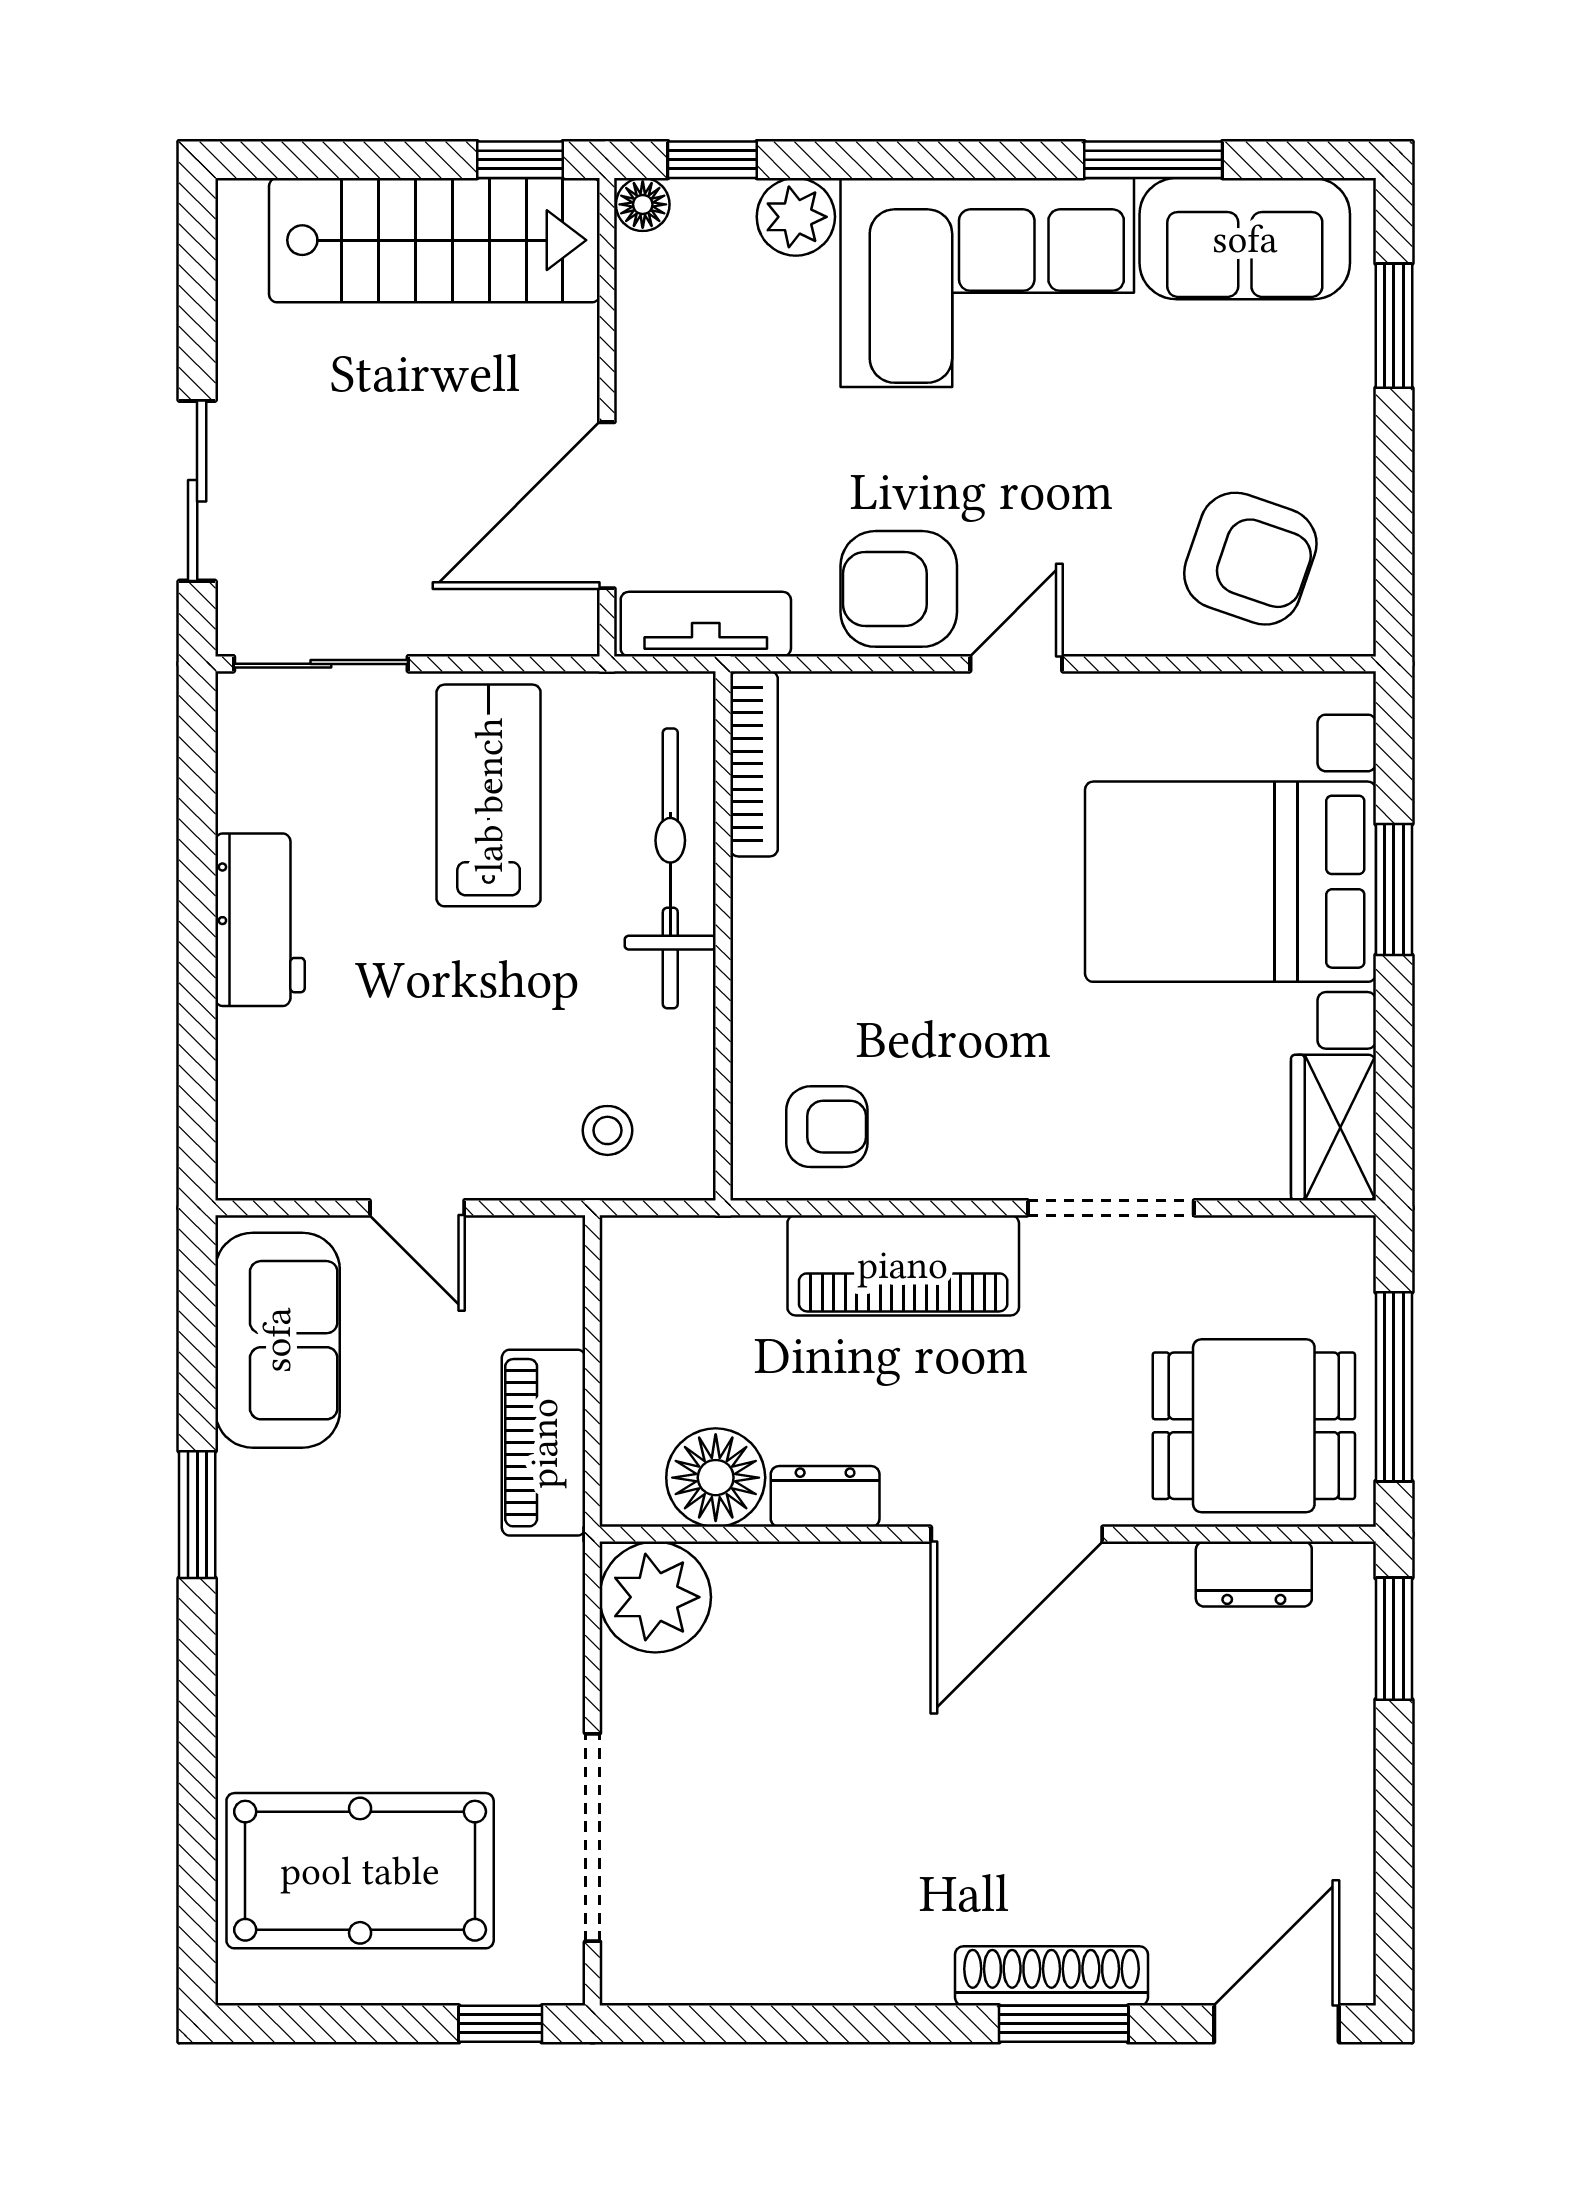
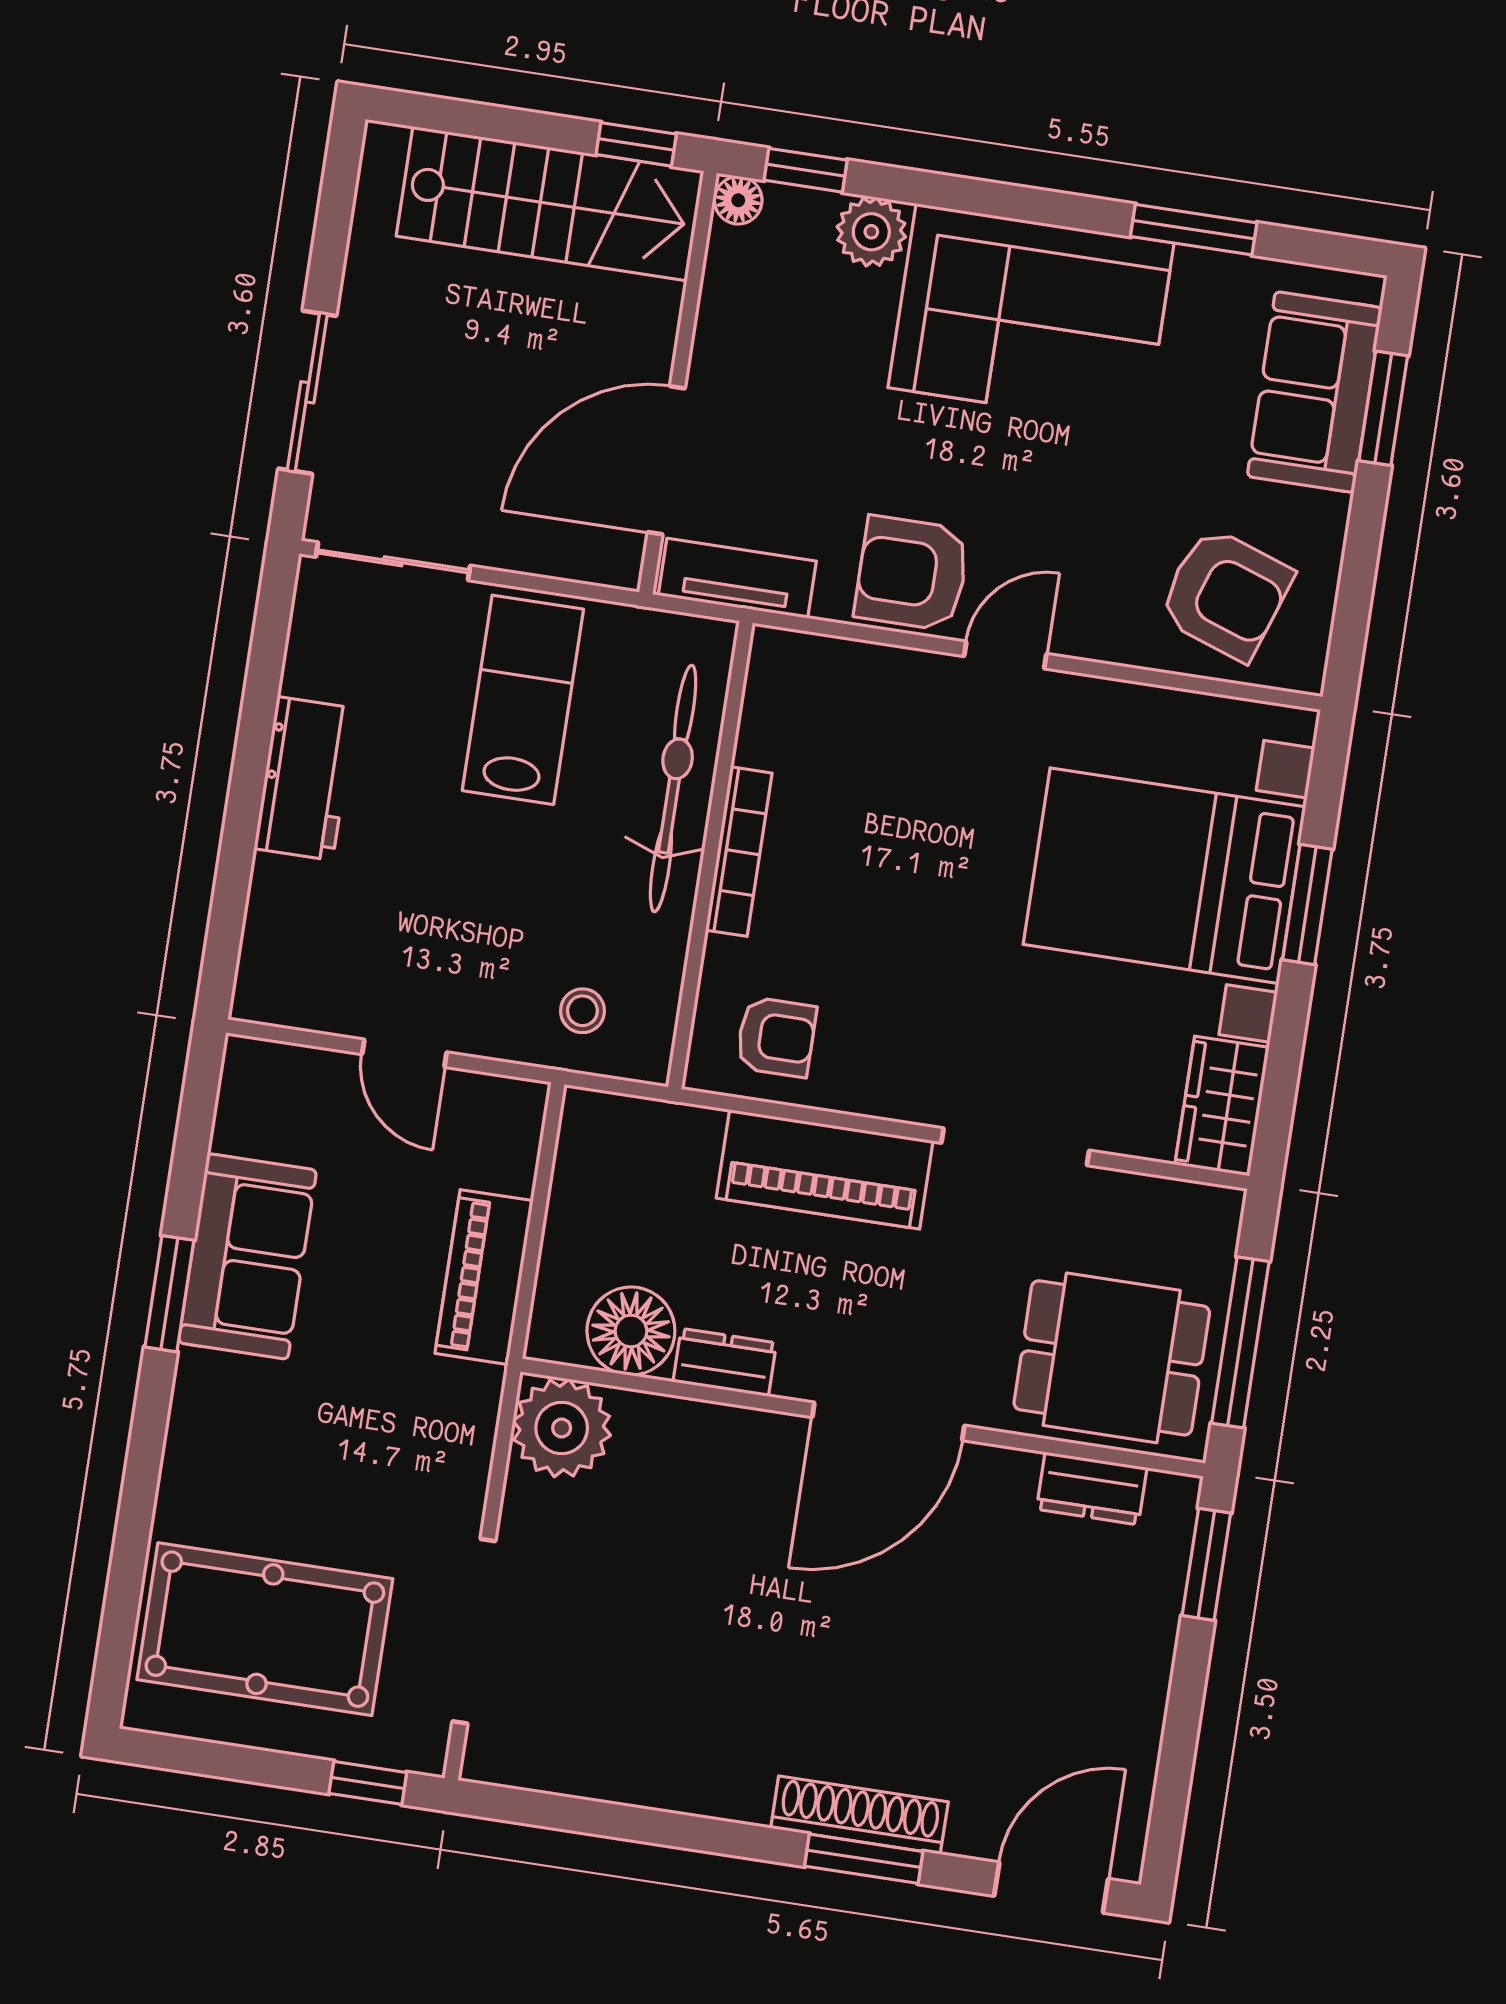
sofa: (1245, 239) -> (1315, 392), moved, turned 90
bookcase: (754, 764) -> (739, 852), moved
sofa: (277, 1340) -> (248, 1256), moved

